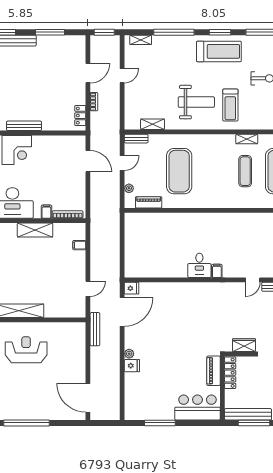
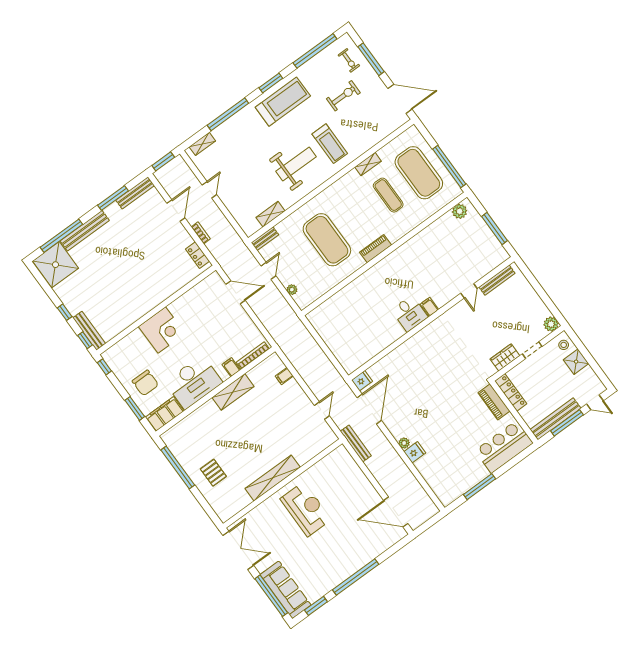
bench: (24, 126) -> (135, 193), moved
piano: (149, 202) -> (376, 249), moved
reception desk: (26, 350) -> (306, 509), turned 90

